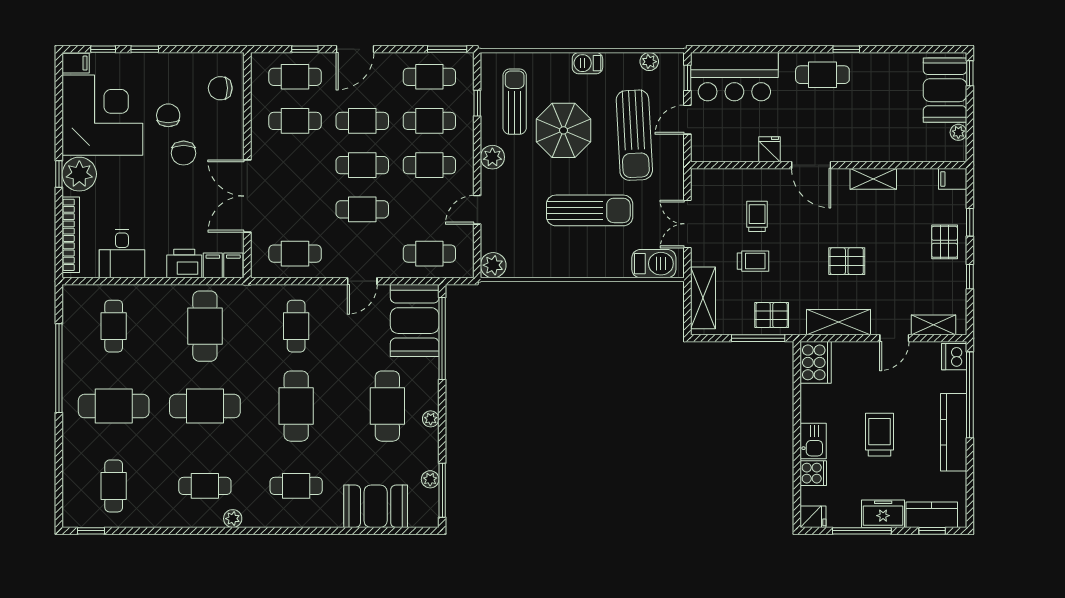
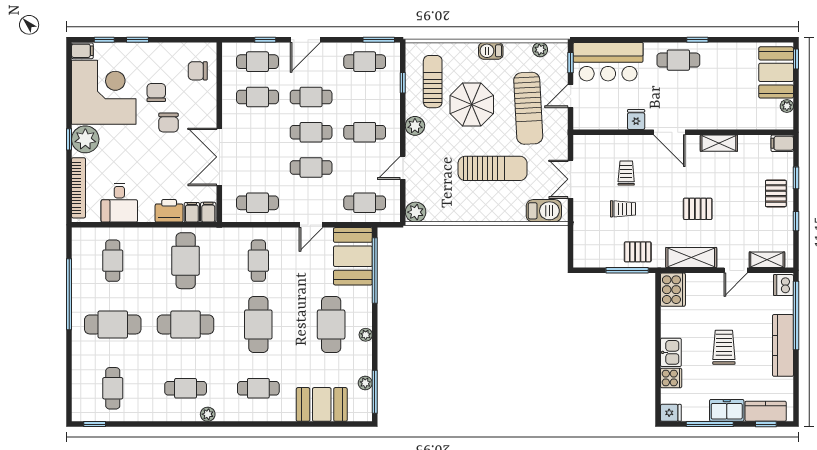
cafe table: (429, 121) -> (365, 97), removed
shelving: (703, 298) -> (583, 238), removed

